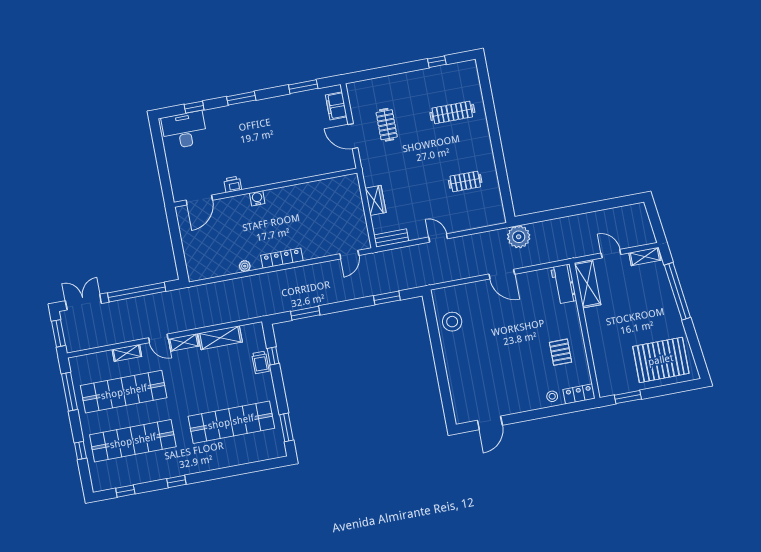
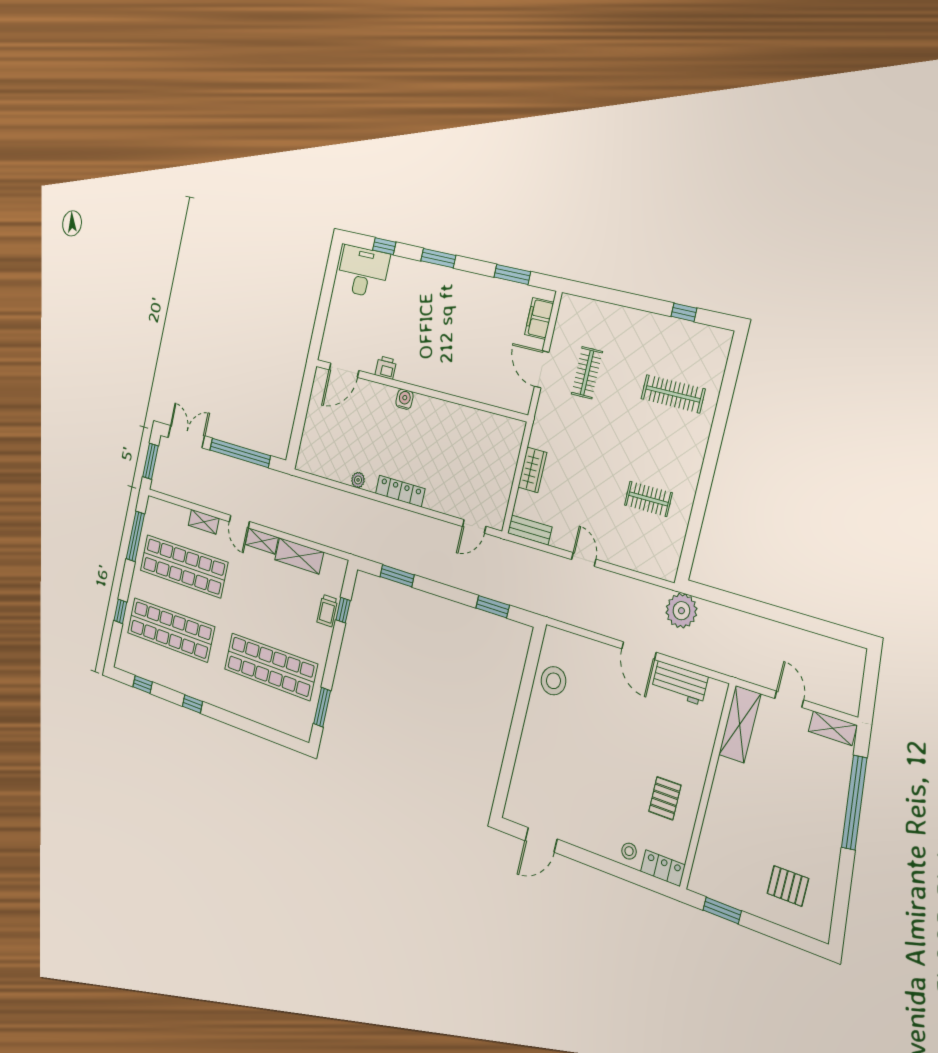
workbench: (564, 284) -> (680, 683), moved, turned -90
pallet: (661, 360) -> (788, 886), width x0.49, depth x0.50

